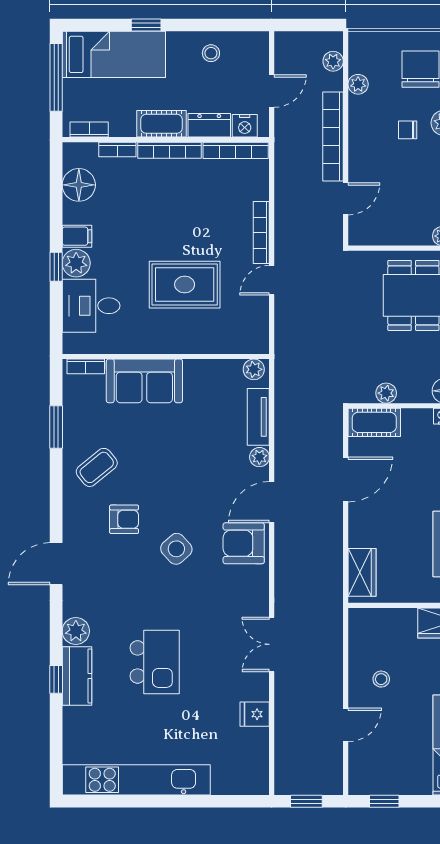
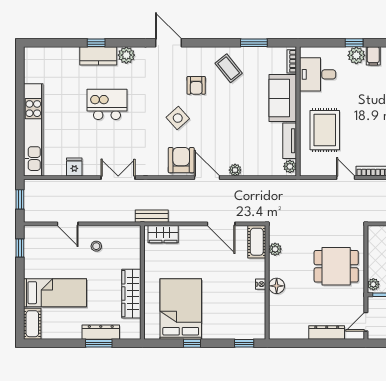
rug: (185, 285) -> (325, 130), moved
desk: (91, 306) -> (318, 74), moved, turned -90
tv unit: (258, 417) -> (290, 141), moved, turned -90
bench: (333, 590) -> (152, 216), added
kitchen island: (155, 662) -> (107, 104), turned 180
kitchen unit: (136, 780) -> (33, 130), moved

